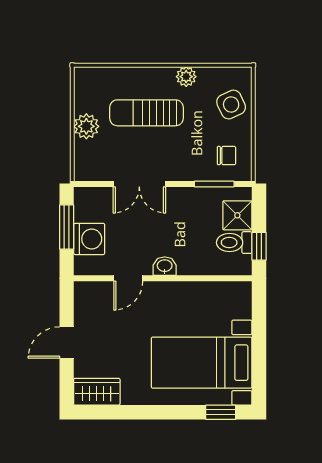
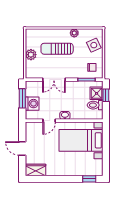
window: (259, 246) -> (106, 95), moved
door: (67, 343) -> (22, 149), hinge flipped
bed with nightstands: (202, 363) -> (81, 140), moved

